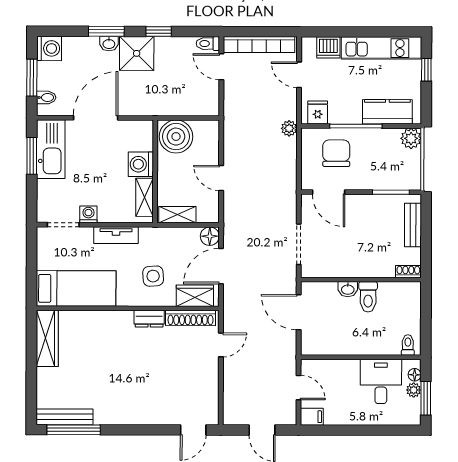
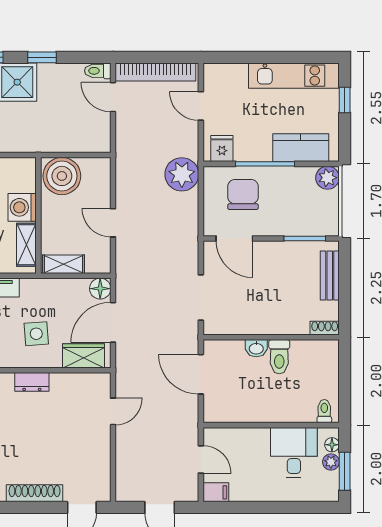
dishwasher: (328, 47) -> (234, 75), removed
plant: (289, 128) -> (182, 174), width x1.88, depth x1.88
shoe rack: (191, 318) -> (35, 493), moved, turned 180

